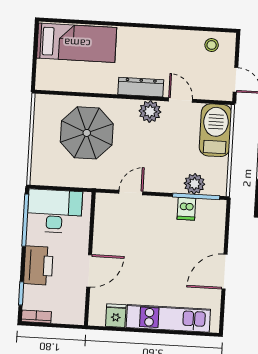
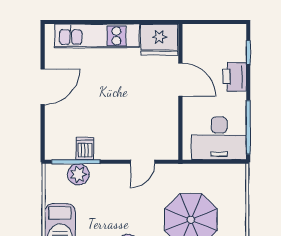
printer: (38, 265) -> (235, 77), width x0.73, depth x0.84
door: (89, 271) -> (180, 80), swing flipped
fridge: (116, 316) -> (159, 40), width x1.88, depth x1.34
bookcase: (36, 317) -> (231, 30), removed

